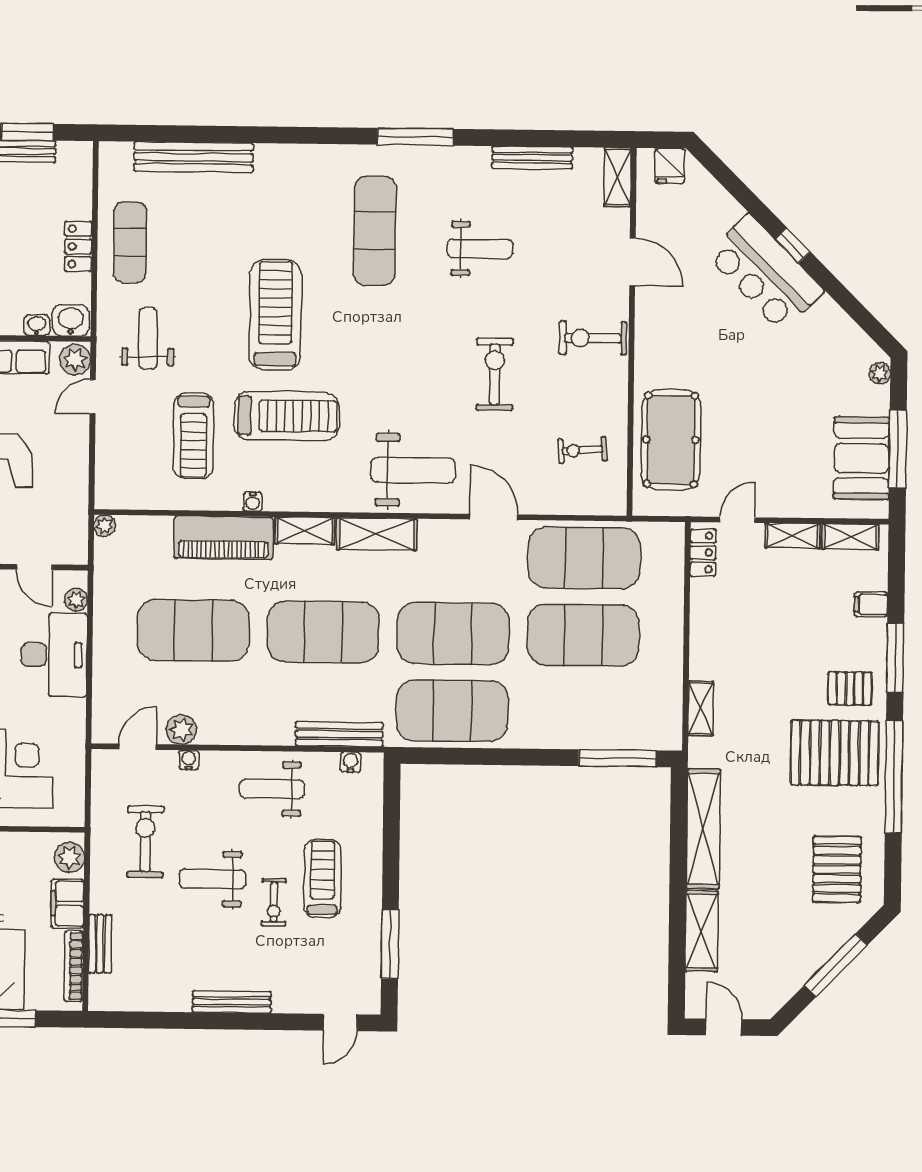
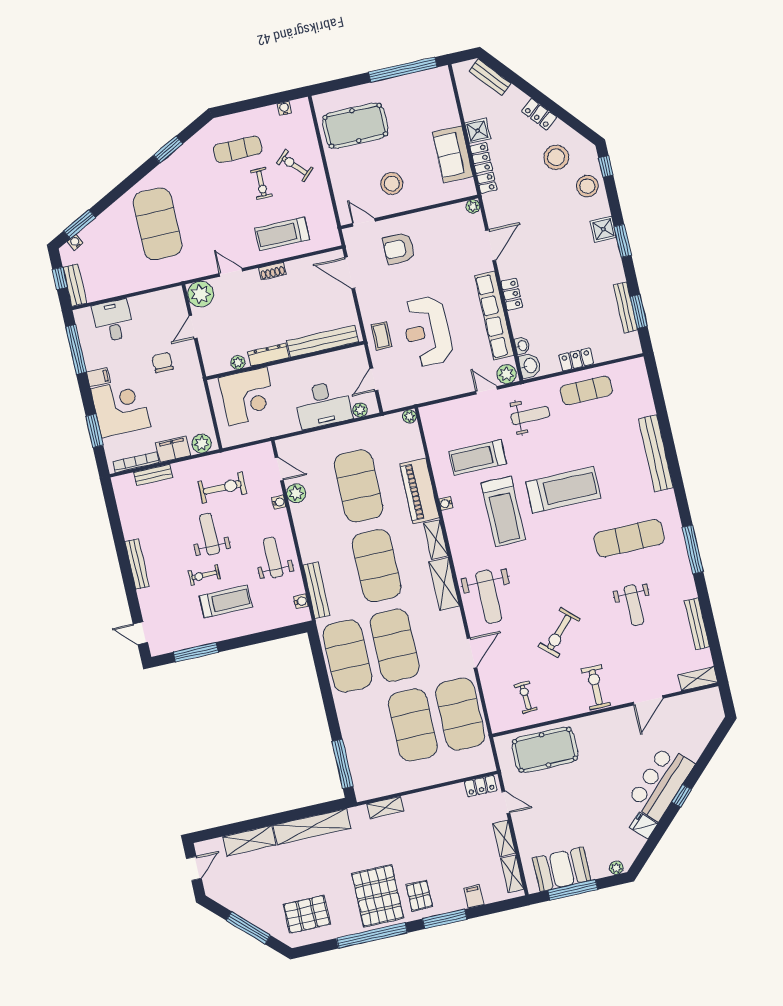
bench: (194, 157) -> (656, 453), moved
fridge: (670, 166) -> (644, 826), moved, turned 45
exercise bike: (495, 374) -> (559, 633), turned 133

